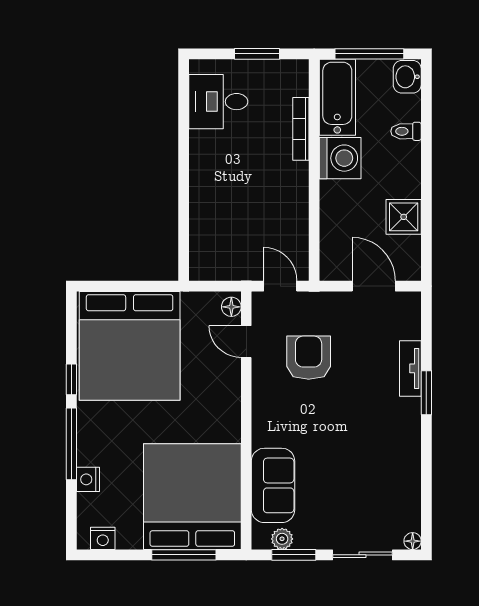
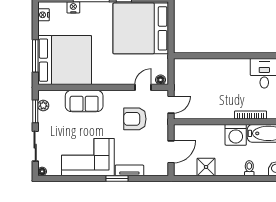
armchair: (309, 358) -> (135, 119), turned 180
corner sofa: (384, 450) -> (88, 157), added
sofa: (273, 485) -> (84, 101), moved

